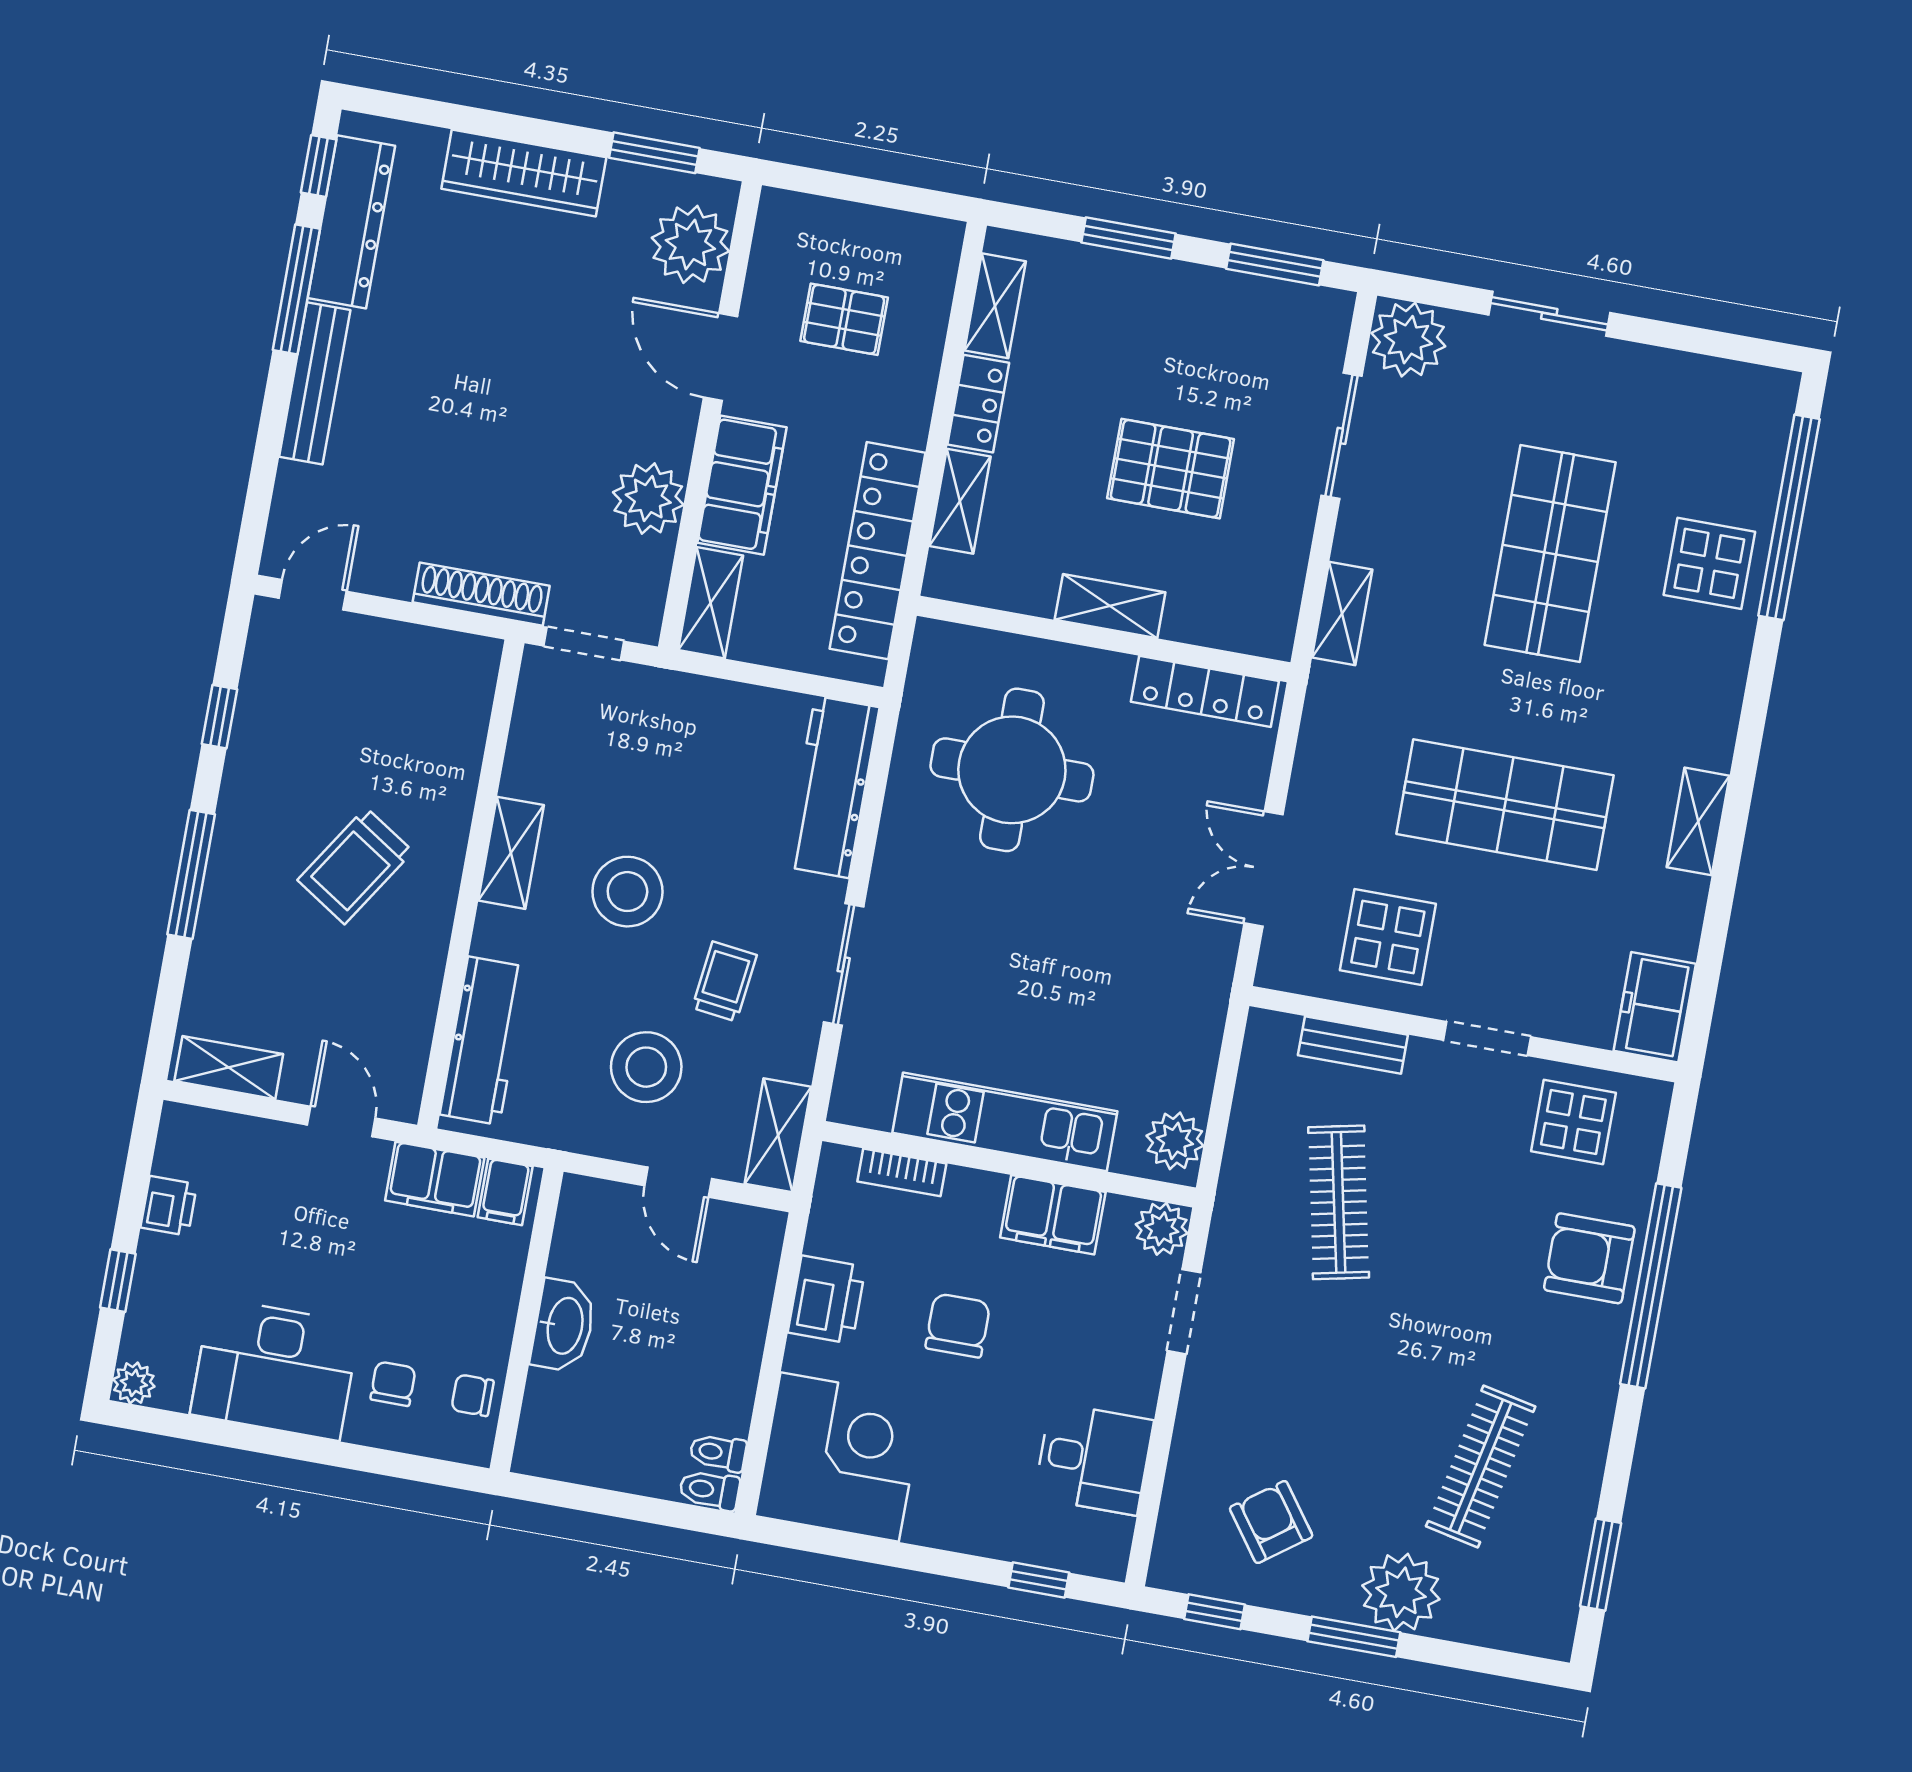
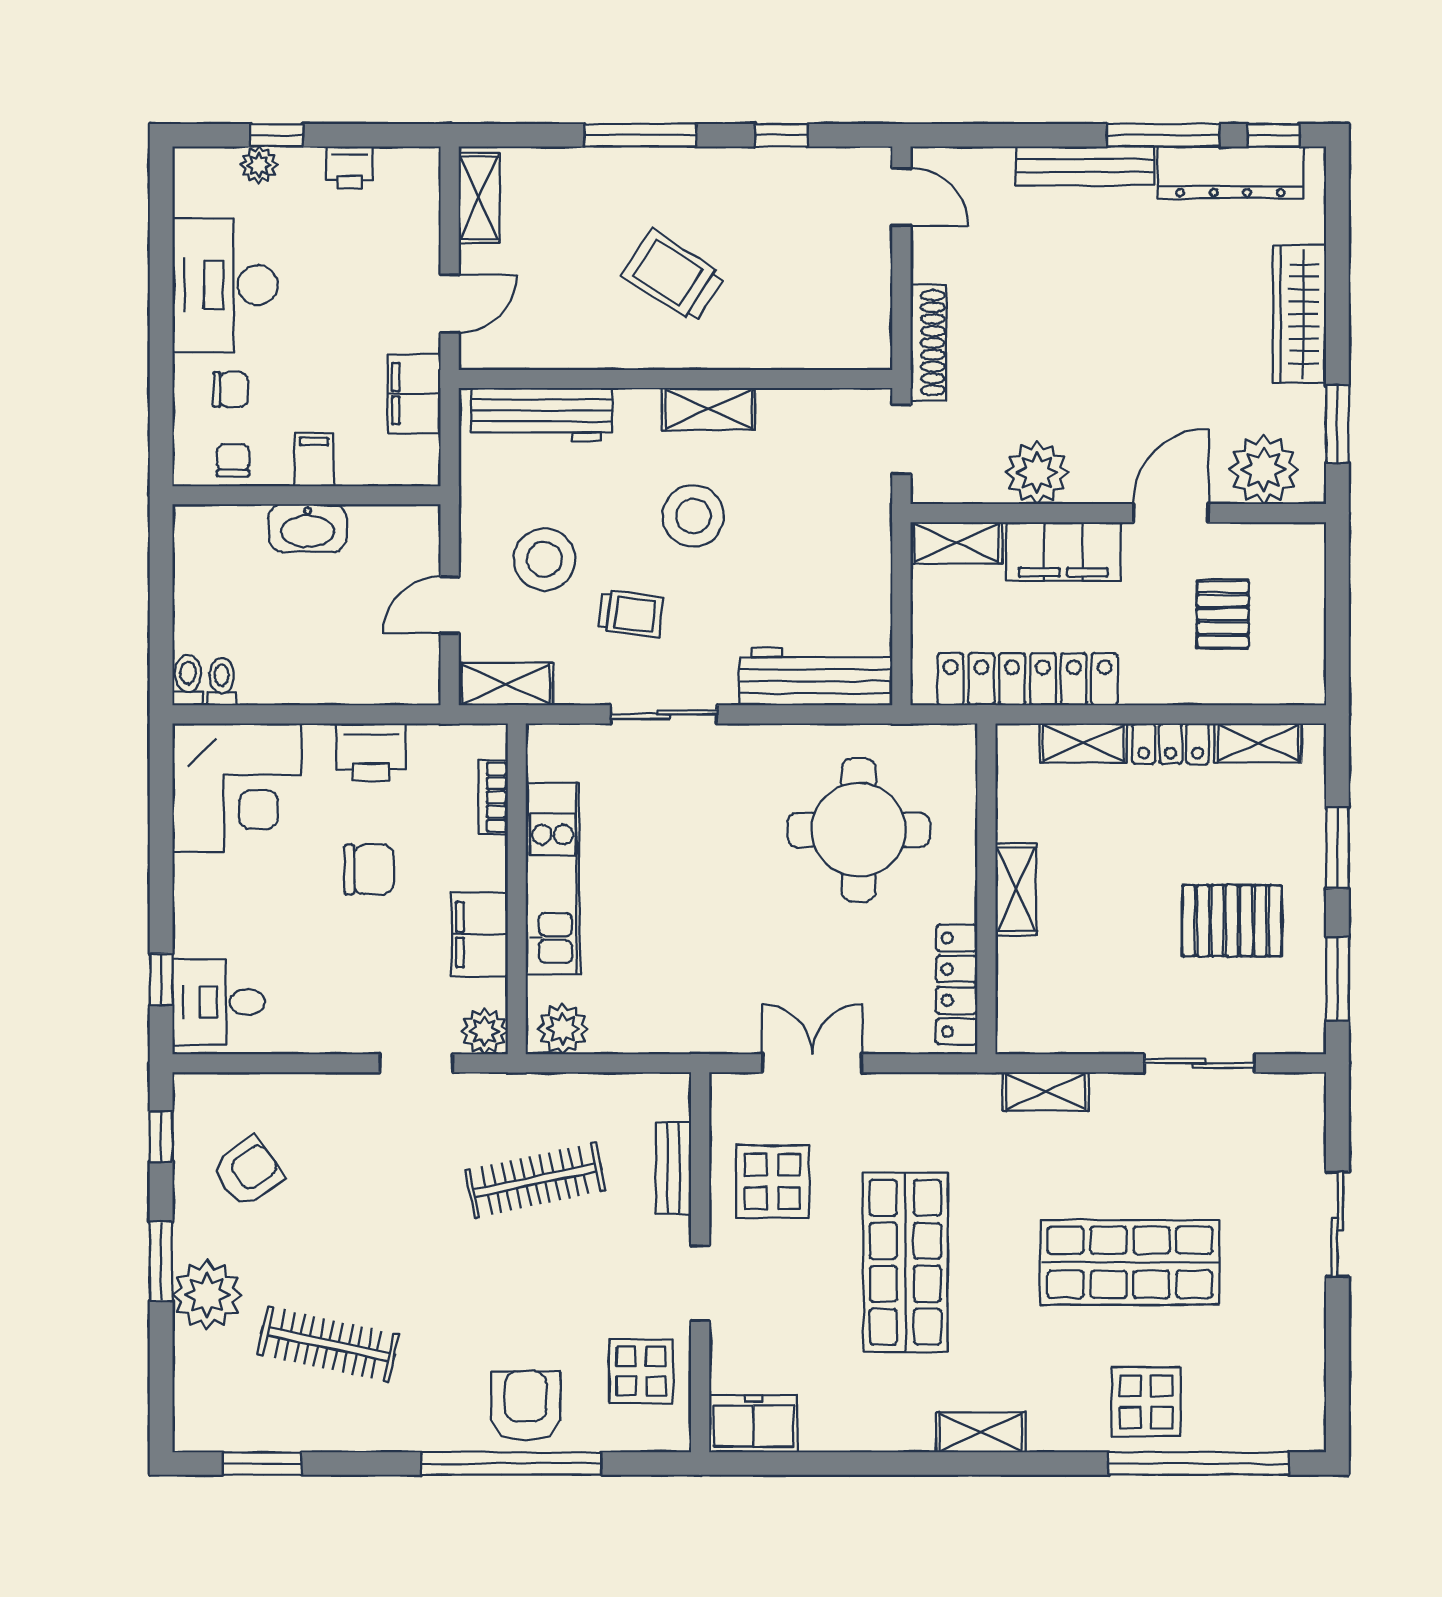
plant: (1408, 340) -> (1293, 1106), removed
pallet: (1171, 469) -> (1232, 921), moved, turned 90
shelving: (1698, 821) -> (981, 1432), moved
filing cabinet: (505, 1192) -> (314, 460), moved, turned 90
plant: (134, 1383) -> (259, 165), moved
desk: (1094, 1459) -> (219, 1002), moved, turned 90

